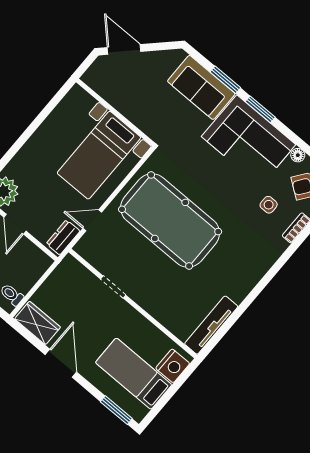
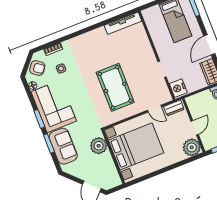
plant: (147, 117) -> (99, 146), added
bed with nightstands: (99, 155) -> (136, 146), width x1.36
pool table: (170, 220) -> (115, 87), width x0.73, depth x0.76
nightstand: (173, 366) -> (178, 88), moved, turned -90

